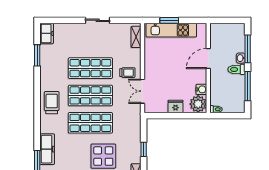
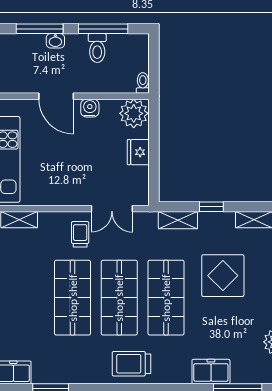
toilet: (236, 69) -> (97, 48), moved
water cooler: (201, 89) -> (90, 108), moved
shelving: (136, 130) -> (178, 220), added
freezer: (47, 149) -> (211, 372), width x0.71

